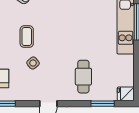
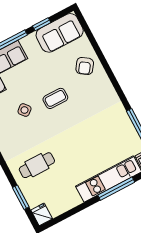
coffee table: (27, 37) -> (55, 98), moved

